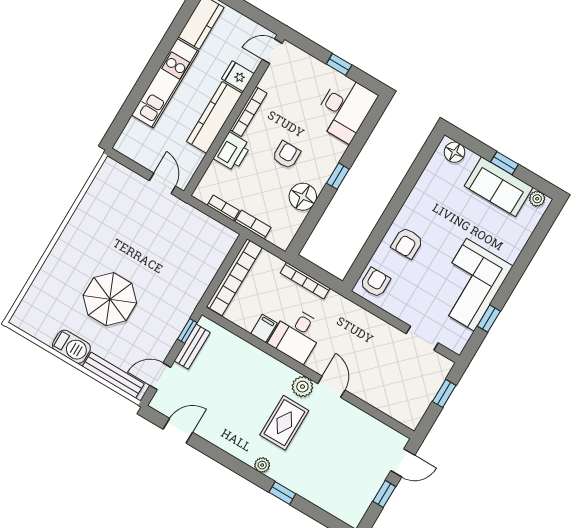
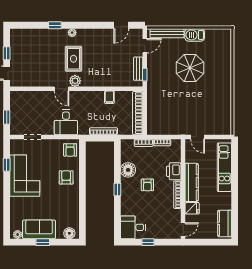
kitchen unit: (165, 83) -> (224, 167), moved
desk: (345, 109) -> (133, 227), width x0.73
desk: (297, 335) -> (66, 122), moved, turned 180

